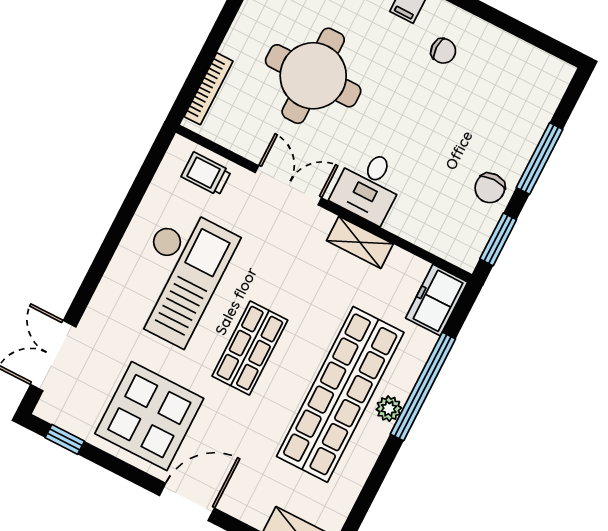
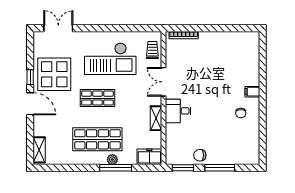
round table: (313, 76) -> (208, 71), removed
double door: (288, 185) -> (164, 82), swing flipped
window: (423, 386) -> (116, 168), width x0.68
shop shelf: (340, 394) -> (97, 139), width x0.71
plant: (389, 409) -> (112, 160), moved
window: (65, 439) -> (30, 77), moved

